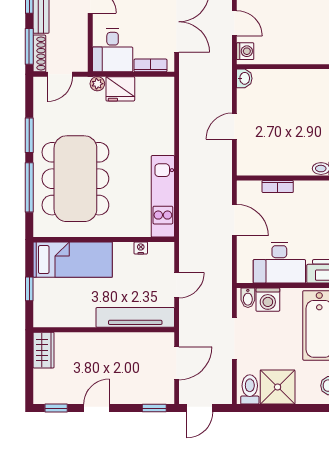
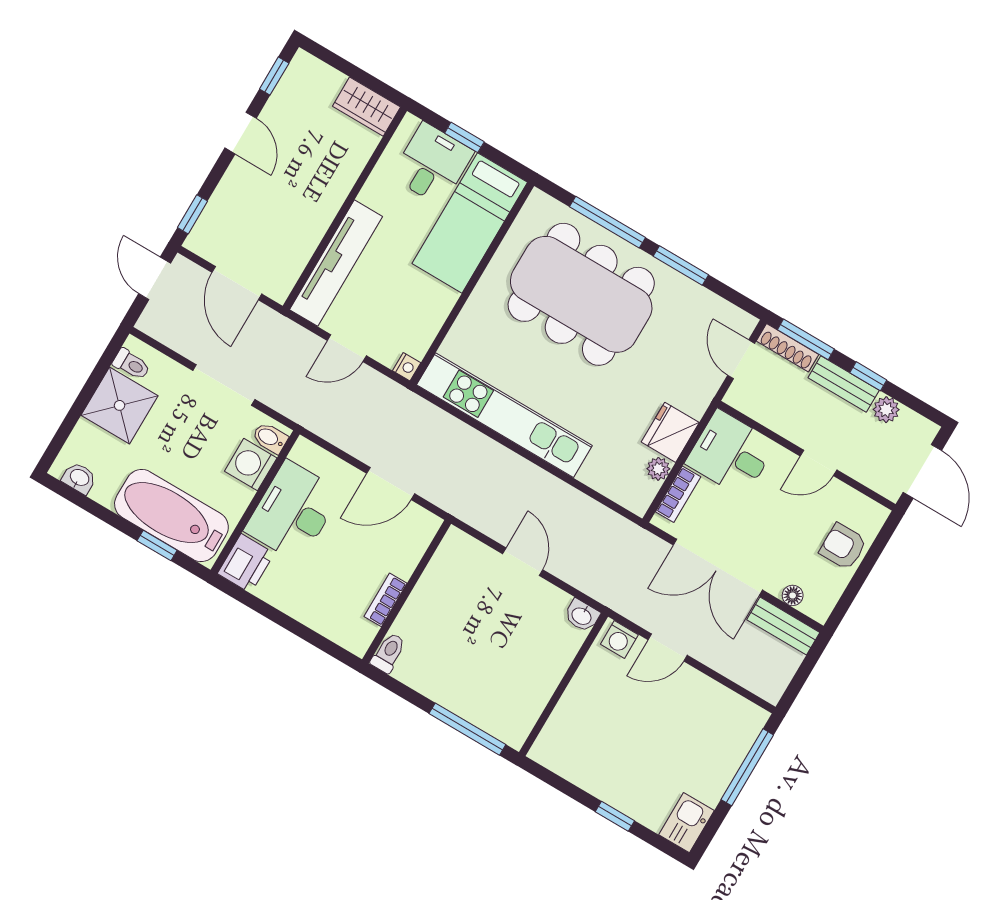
plant: (97, 84) -> (658, 469), moved
bookcase: (278, 186) -> (386, 600), moved
kitchen unit: (163, 196) -> (504, 415), width x1.36
nightstand: (141, 248) -> (407, 367), moved
door: (177, 285) -> (347, 348), hinge flipped
desk: (53, 298) -> (432, 164), added
toilet: (250, 389) -> (131, 364), width x0.73, depth x0.72

